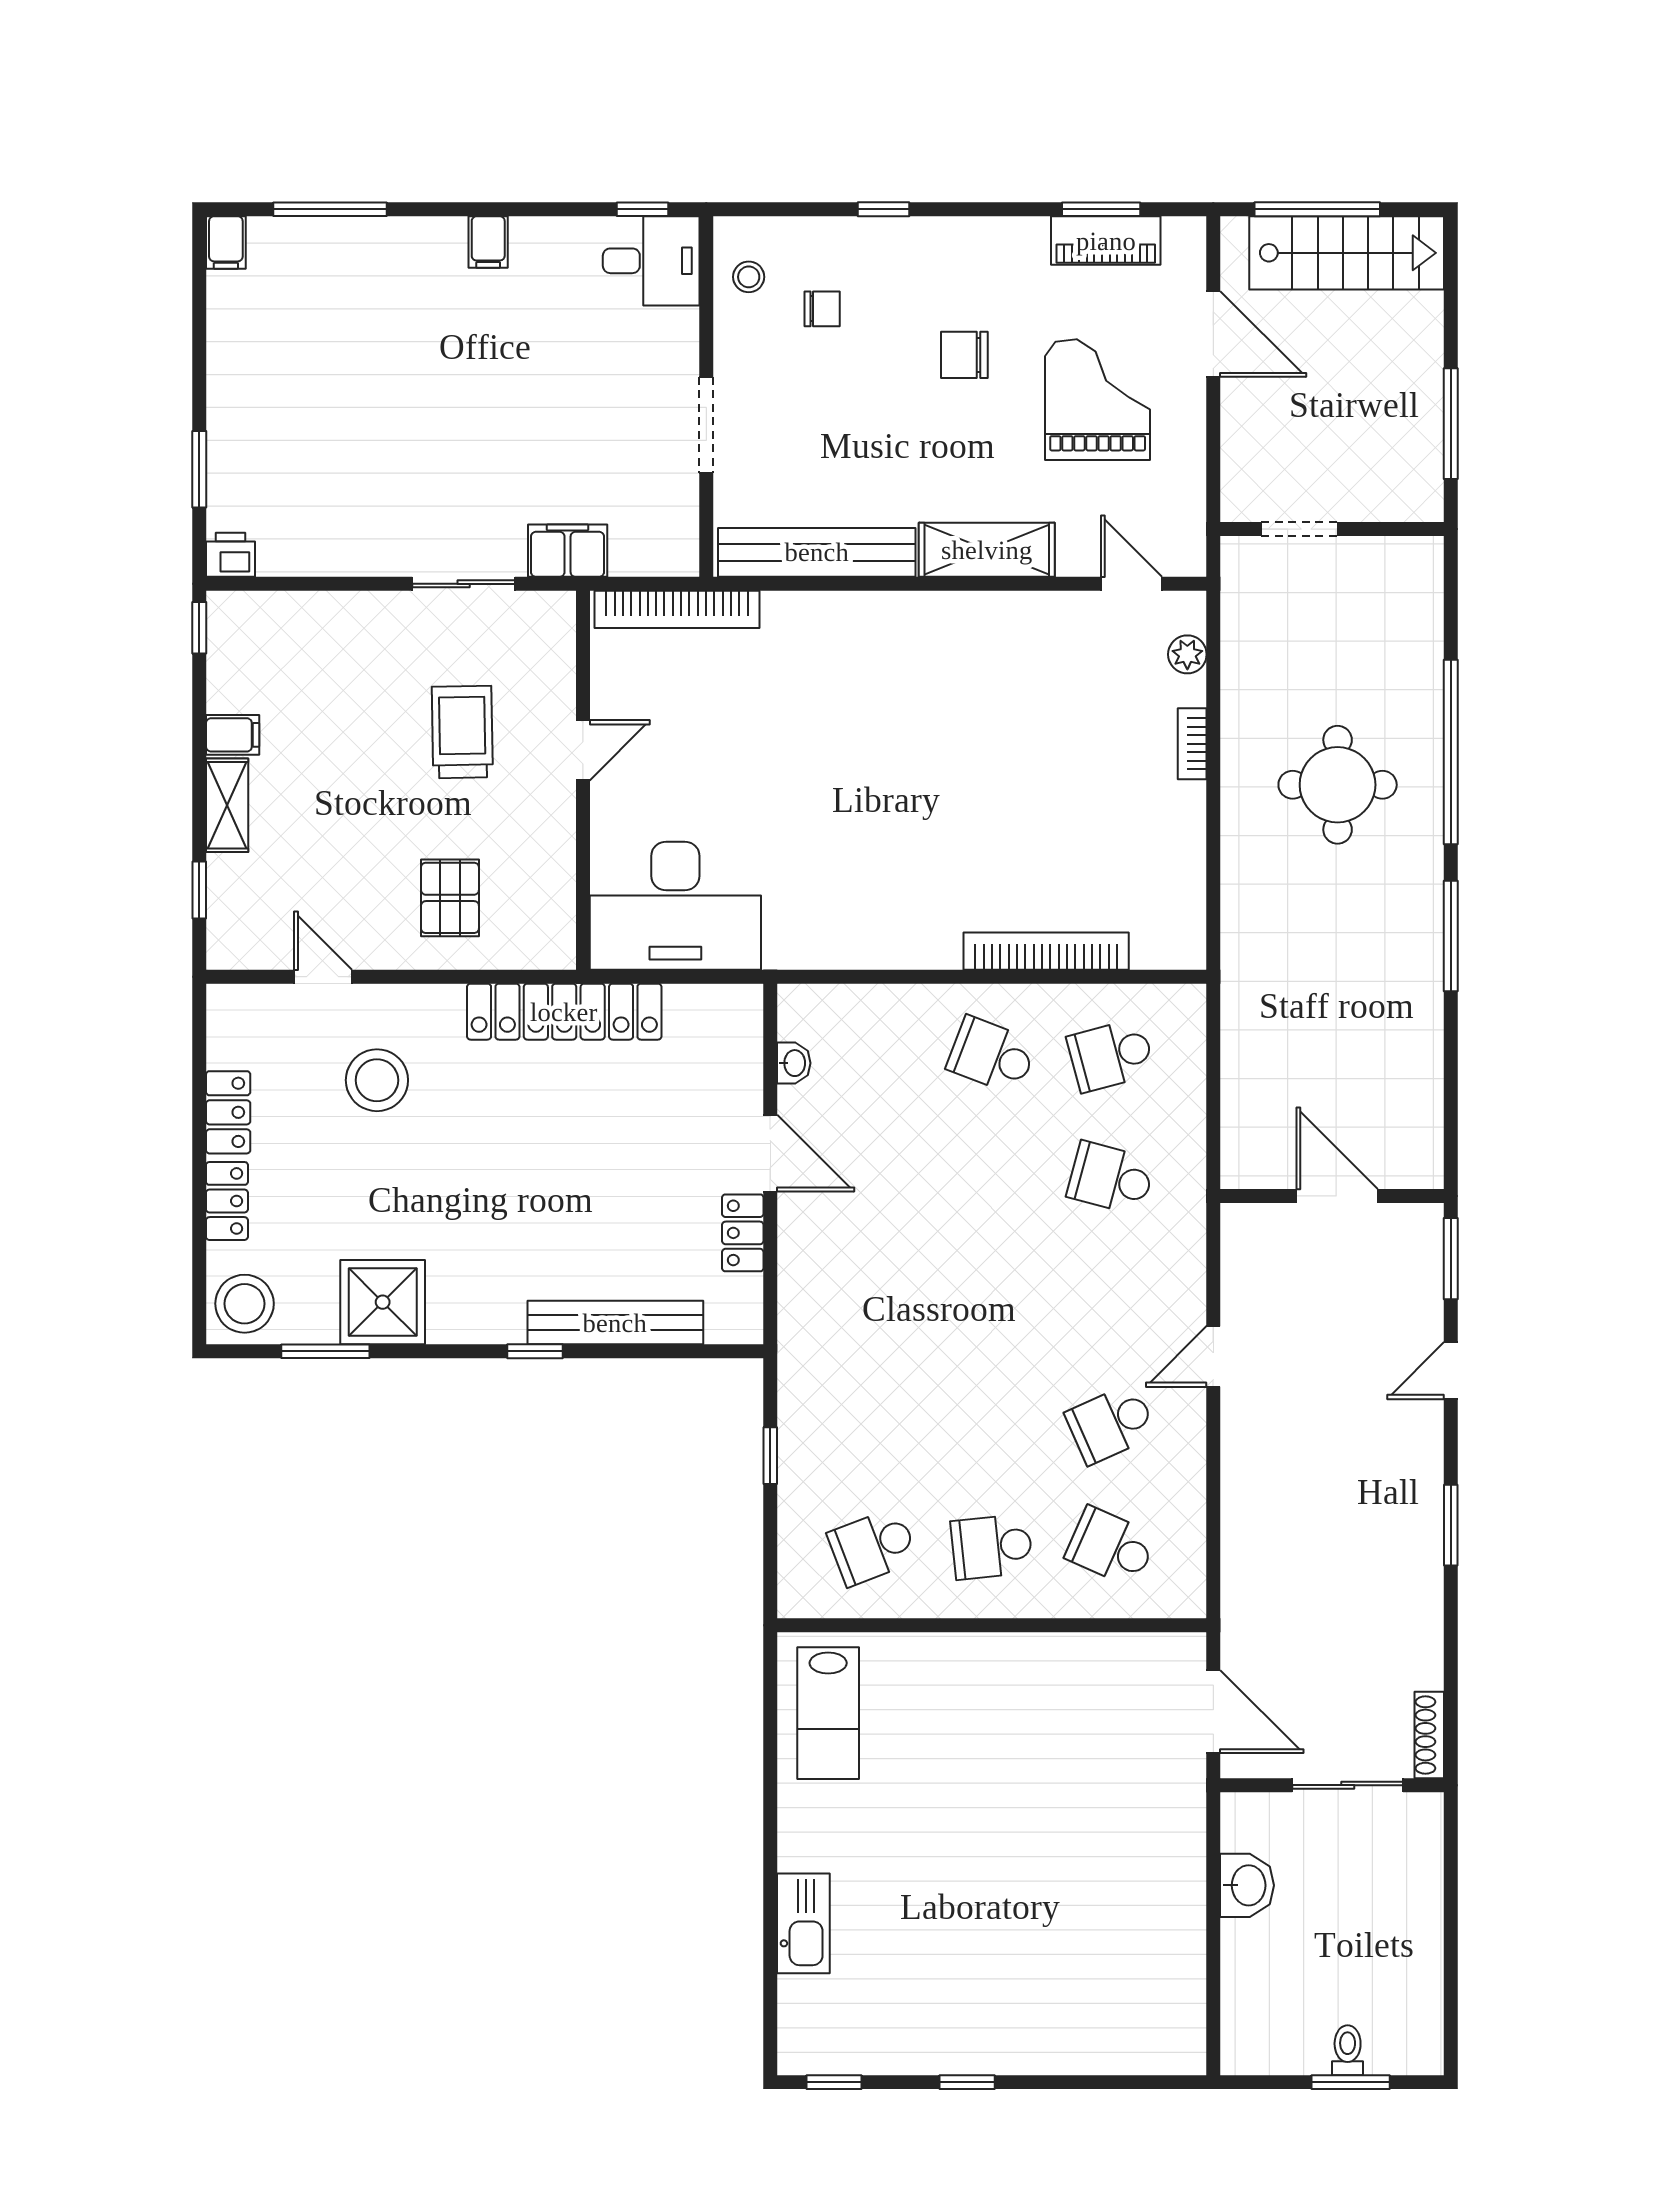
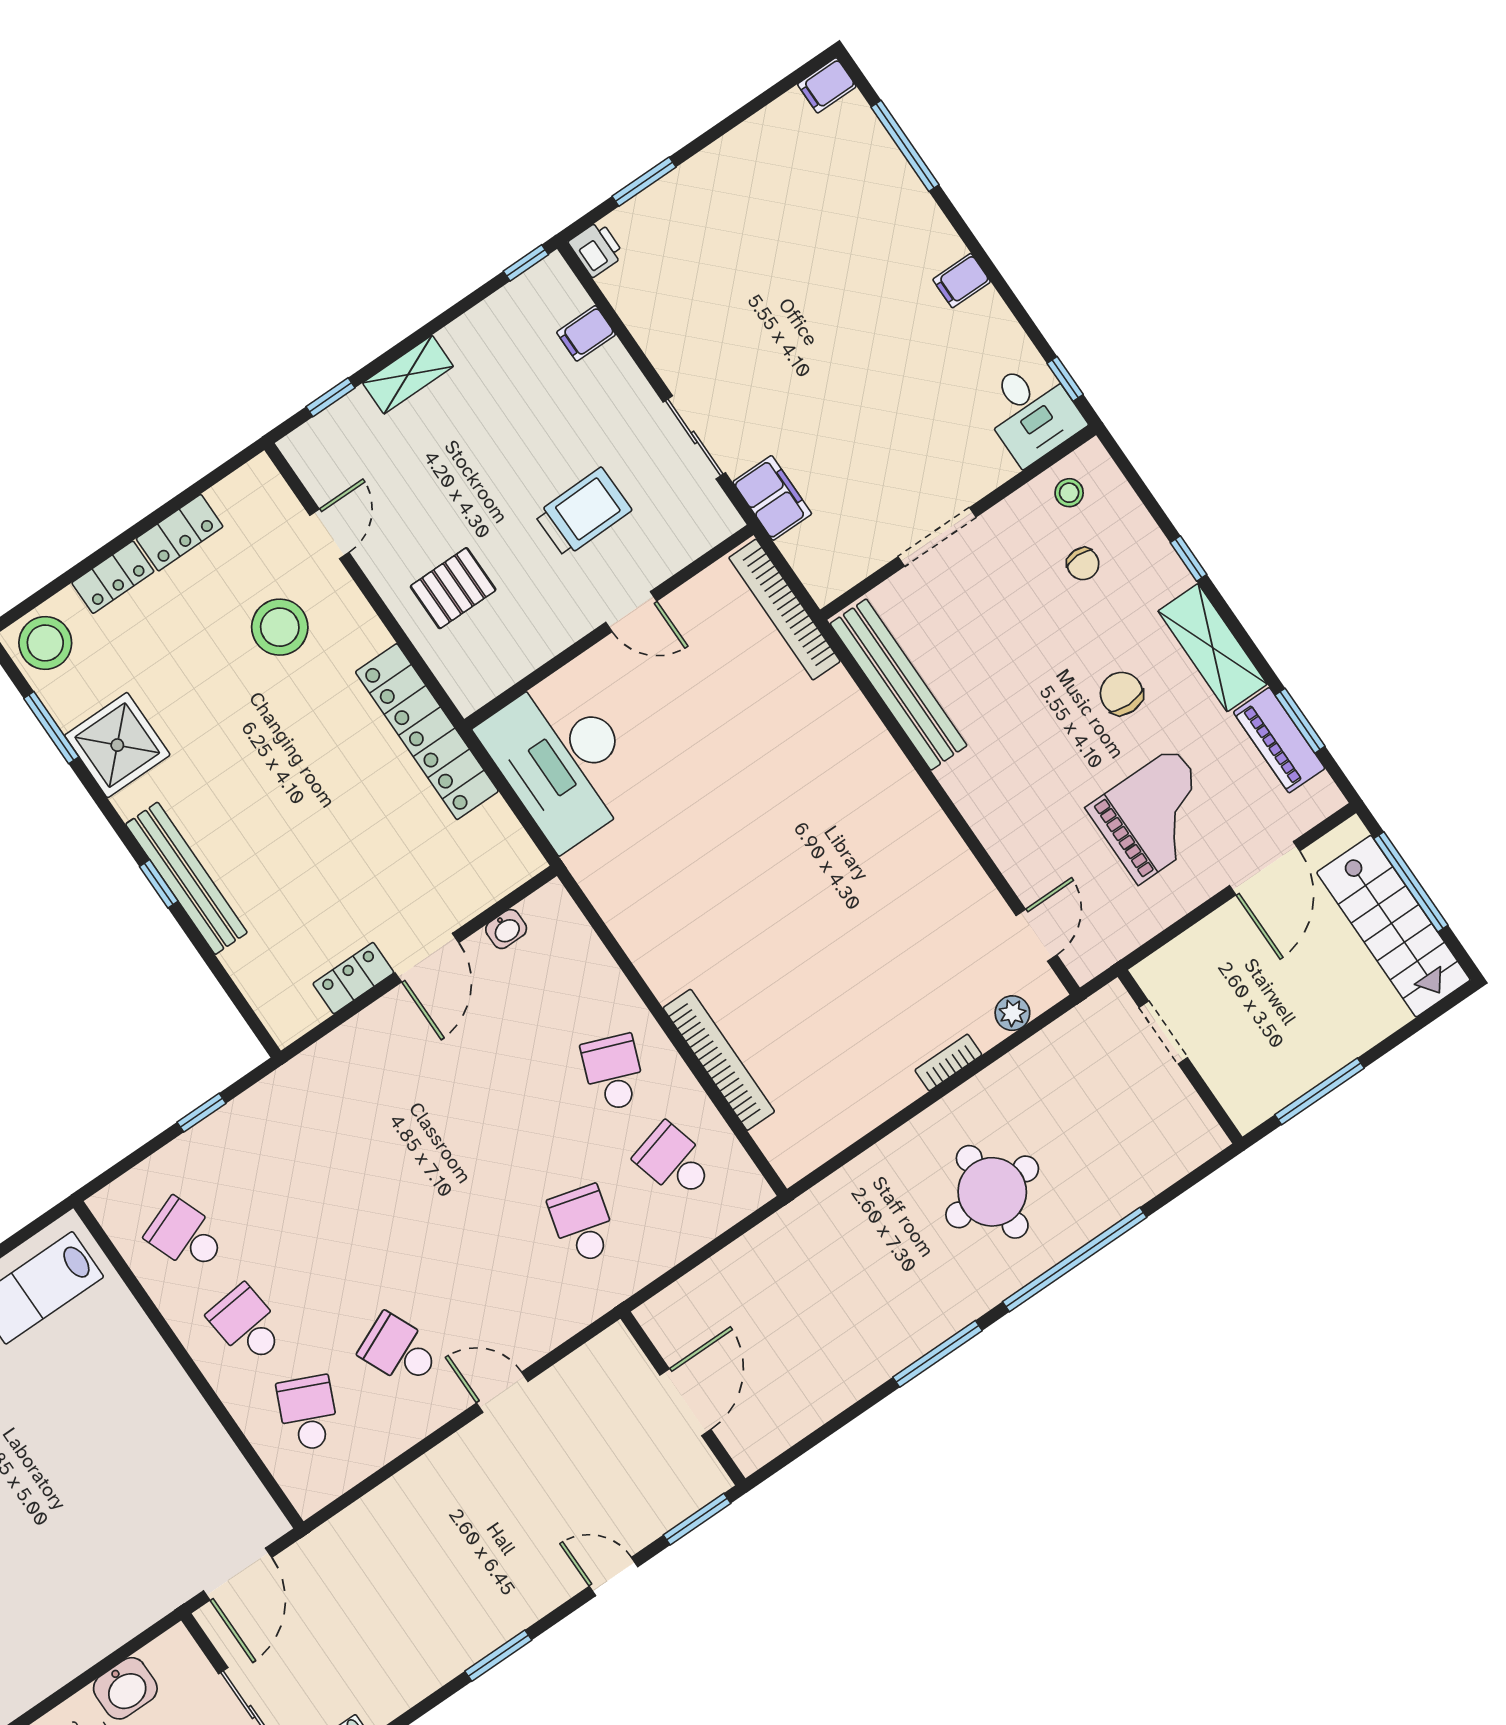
shelving: (987, 550) -> (1213, 648), moved
filing cabinet: (233, 735) -> (586, 333), moved, turned 90
bench: (615, 1323) -> (186, 878), moved

